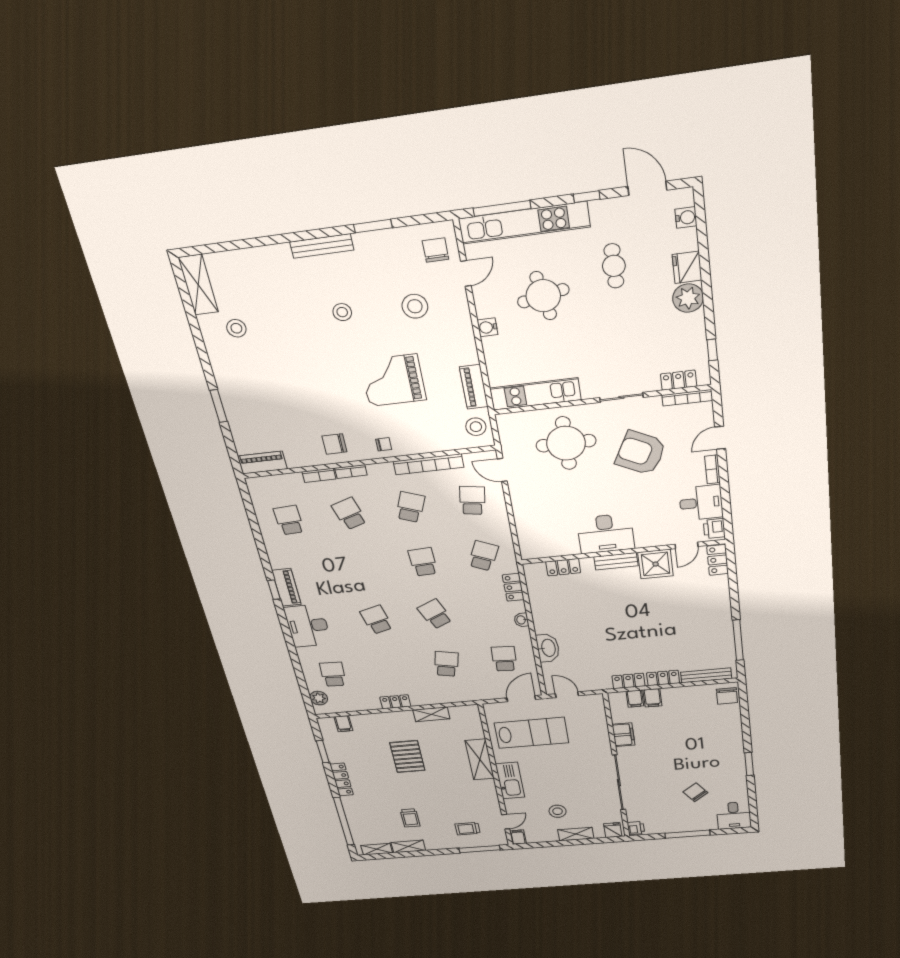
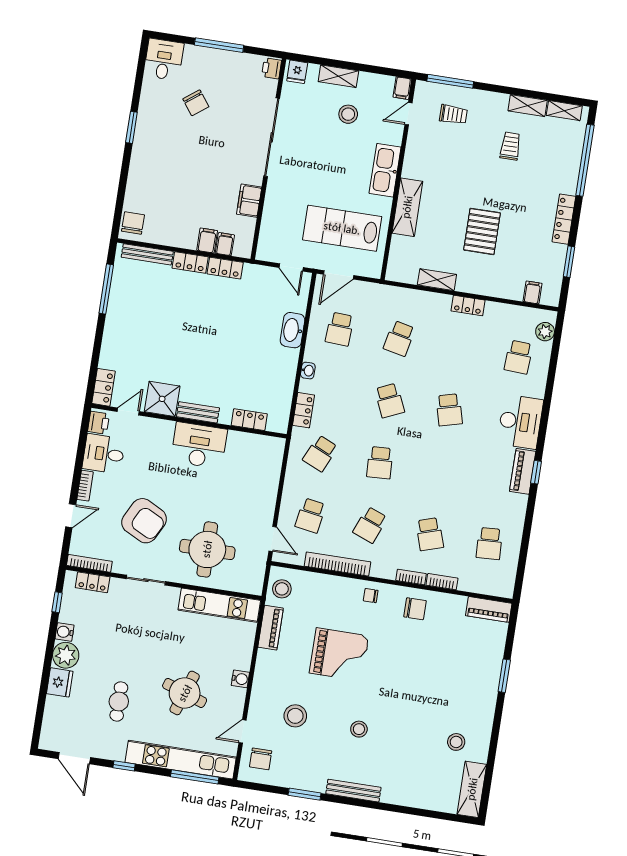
water cooler: (686, 217) -> (65, 632), moved
round table: (543, 296) -> (185, 693), turned 30

